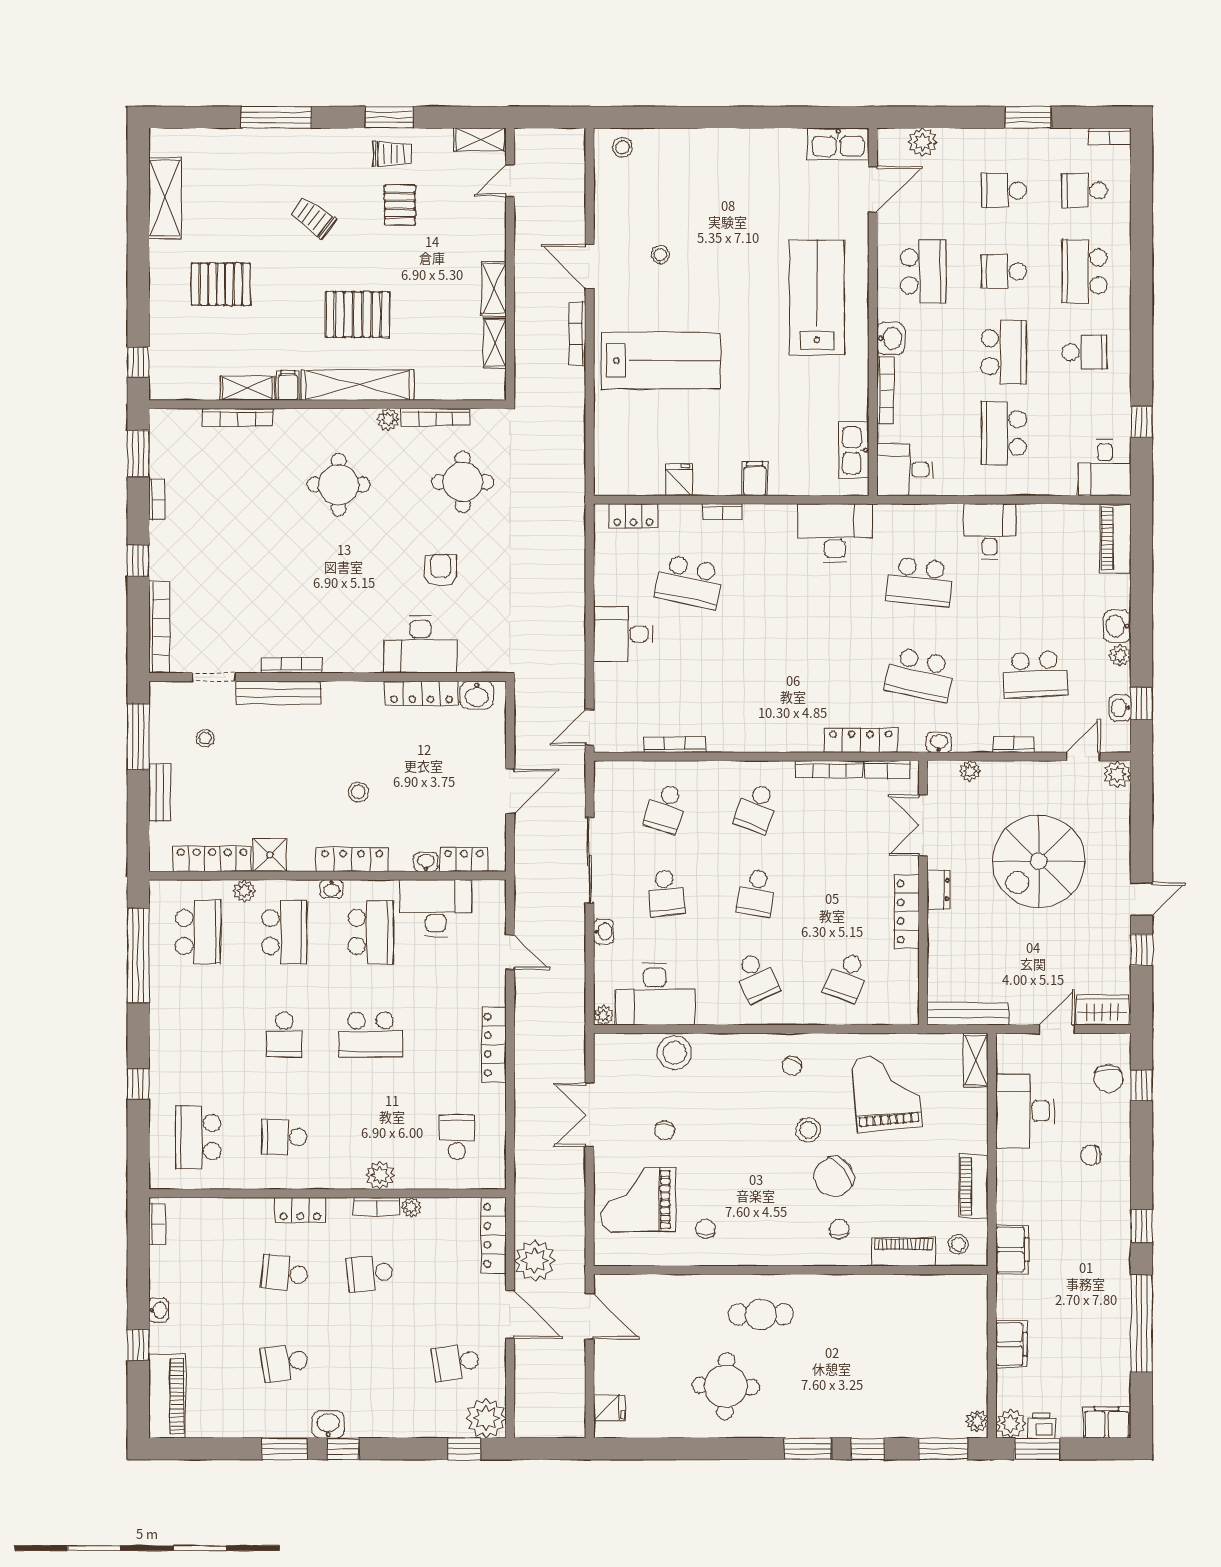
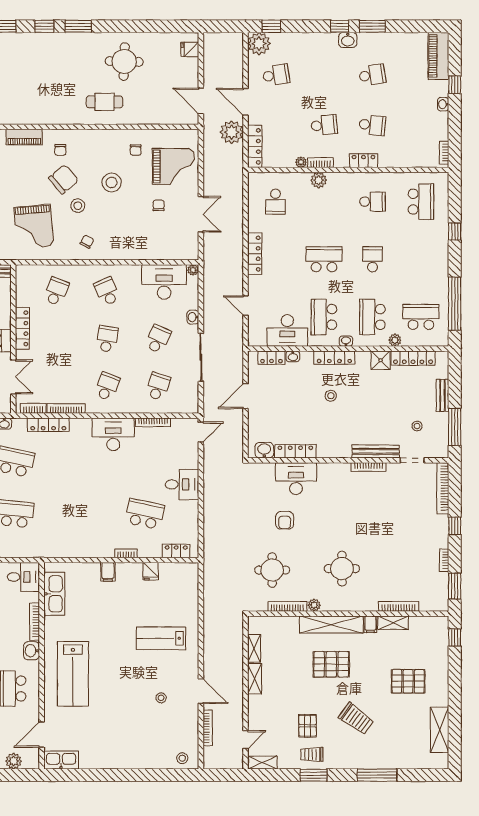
trolley: (313, 218) -> (356, 719), width x1.36, depth x1.39
bookcase: (577, 334) -> (208, 728), moved
lab bench: (660, 361) -> (161, 638), width x0.73, depth x0.72
kitchen sink: (854, 450) -> (54, 594), width x1.36, depth x1.24
desk: (835, 533) -> (113, 434), moved, turned 180
school desk: (666, 893) -> (158, 339), turned 30
school desk: (198, 932) -> (421, 317), turned 90
stool: (674, 1053) -> (112, 182), moved

